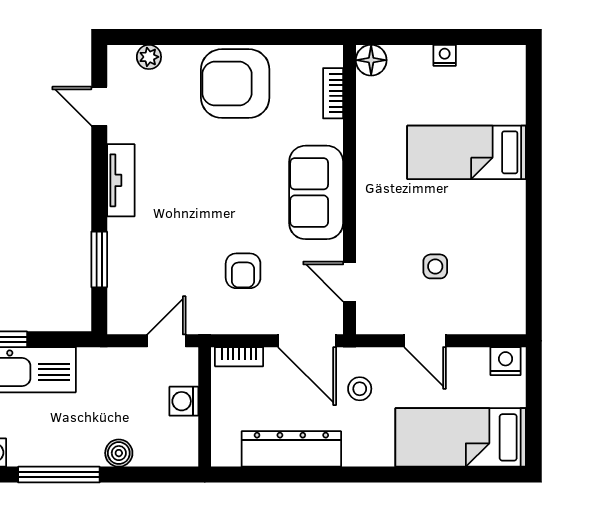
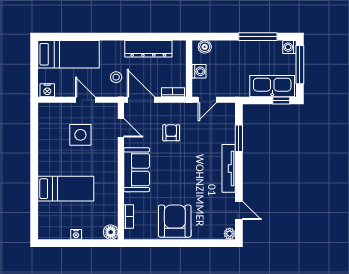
plant: (149, 57) -> (230, 234), moved
armchair: (235, 84) -> (175, 221), turned -90
tv unit: (121, 180) -> (229, 168), width x1.41
side table: (435, 266) -> (80, 135), width x1.87, depth x1.87
boiler: (119, 453) -> (205, 47), moved

